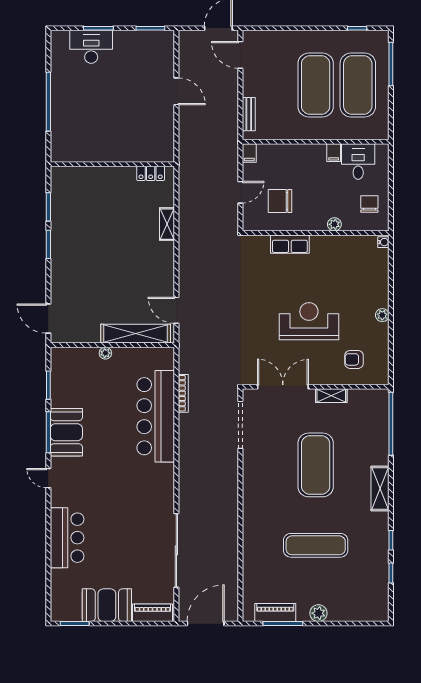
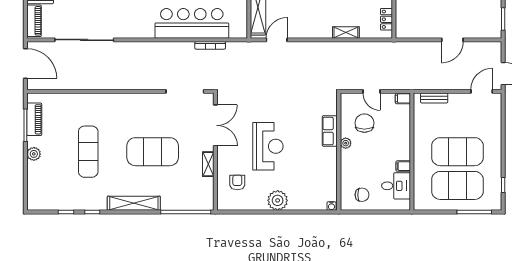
plant: (334, 224) -> (346, 143), moved
plant: (382, 315) -> (278, 200), width x1.88, depth x1.88
shelving: (380, 488) -> (134, 203), width x1.47

